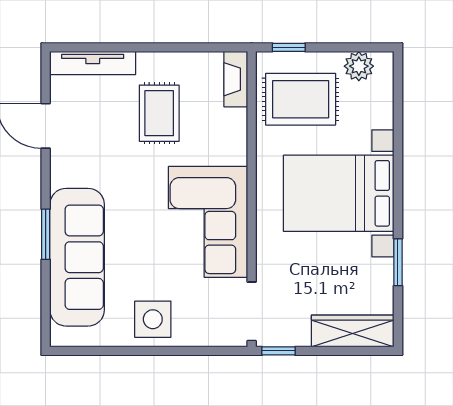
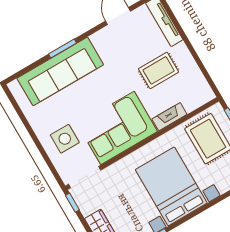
fireplace: (236, 79) -> (169, 117), moved
side table: (153, 319) -> (65, 139), moved

